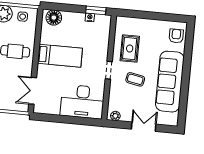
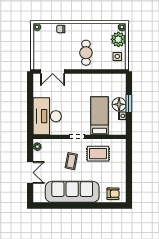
window: (96, 10) -> (129, 103), moved
floor lamp: (54, 18) -> (119, 104), moved
bed: (60, 56) -> (100, 116), moved, turned 180
double door: (33, 91) -> (53, 71), swing flipped

